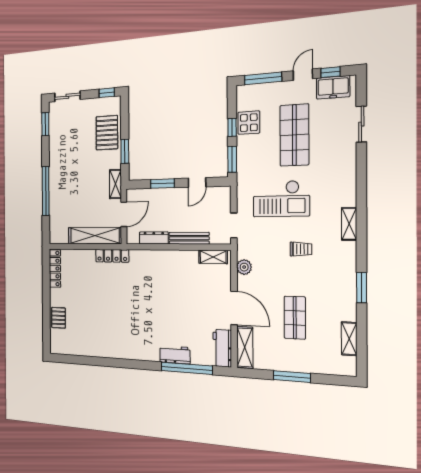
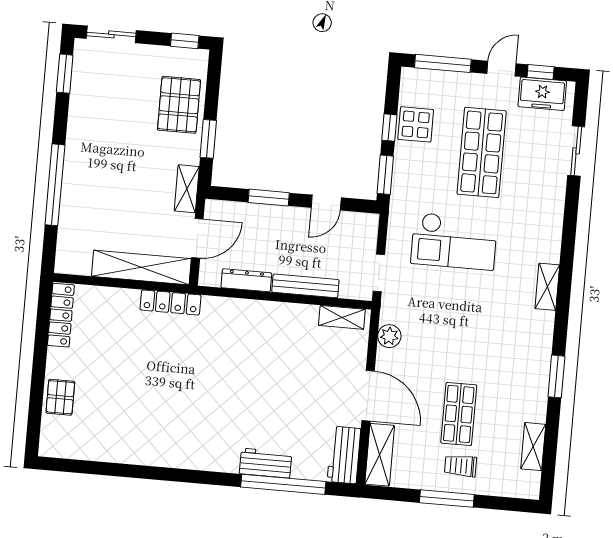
trolley: (301, 249) -> (461, 466), moved, turned 180

